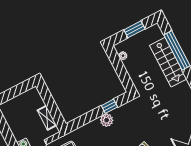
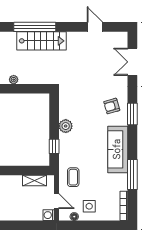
window: (109, 106) -> (54, 146), moved

